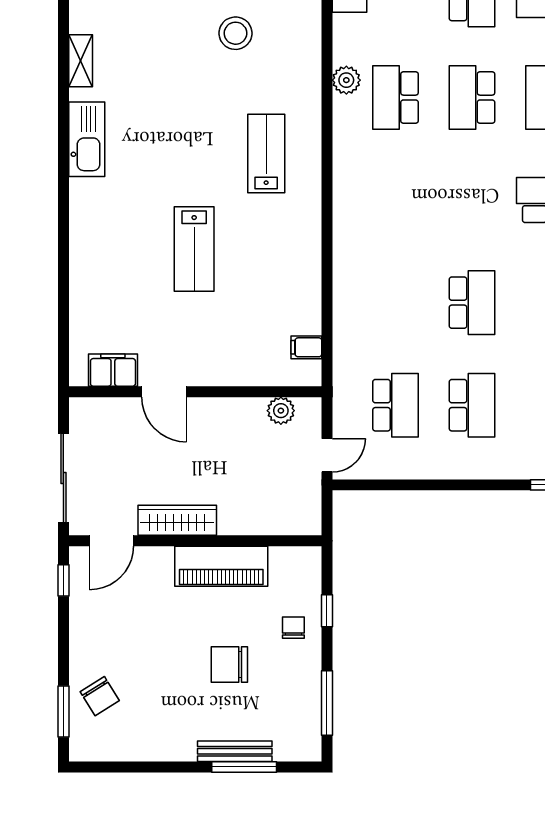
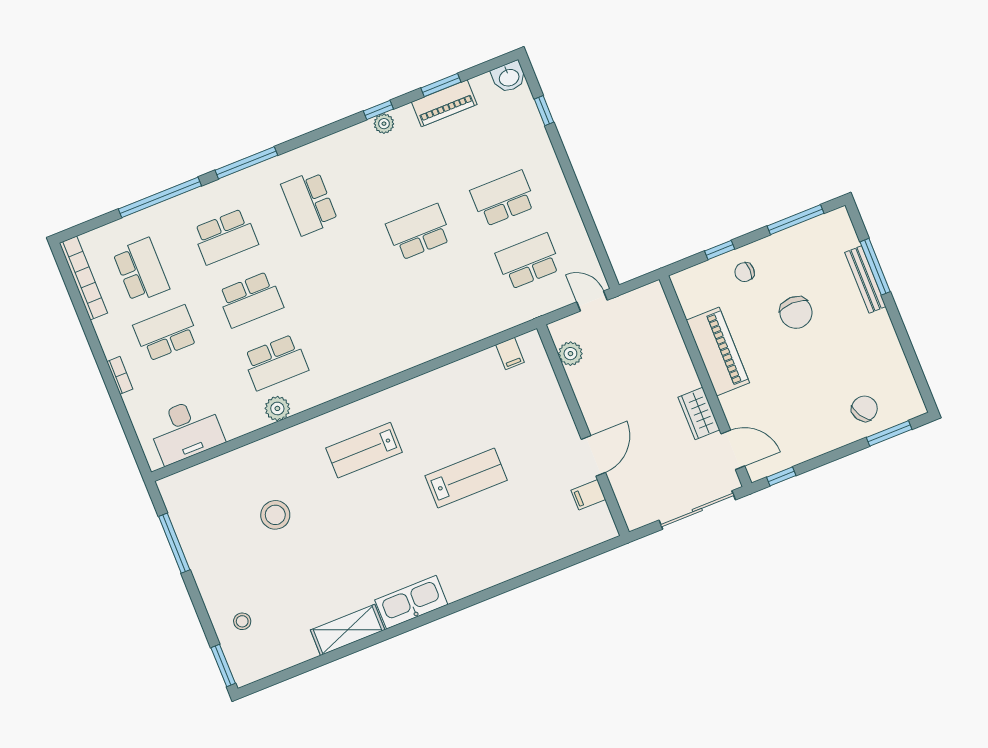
shelving: (81, 61) -> (348, 630), width x1.50, depth x1.33
filing cabinet: (113, 370) -> (588, 495), width x0.50
wardrobe: (177, 520) -> (699, 413), width x0.67

